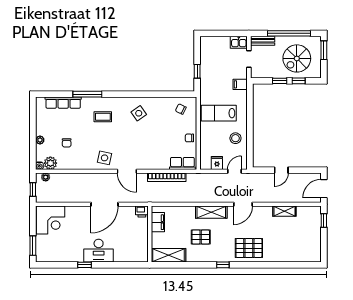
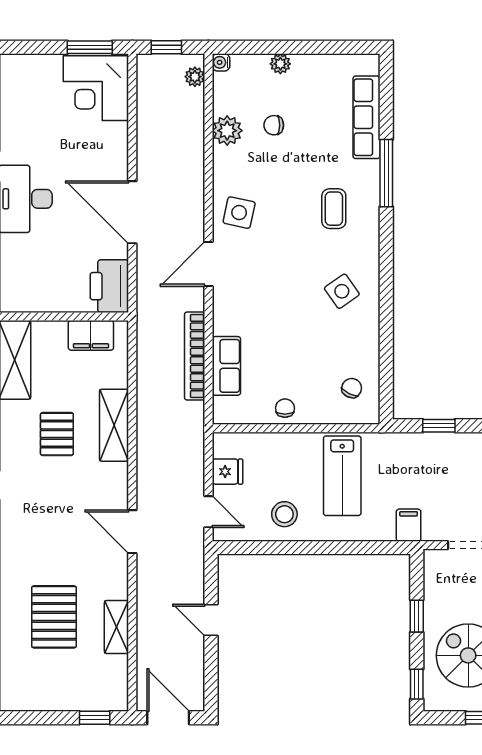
window: (299, 81) -> (417, 684), moved
lab bench: (219, 113) -> (342, 476), turned 180
plant: (50, 163) -> (227, 131), moved
row of seats: (182, 163) -> (226, 366), moved
printer: (142, 211) -> (109, 286), width x1.87, depth x1.48
shelving: (211, 212) -> (114, 425), moved
window: (33, 246) -> (90, 47), moved
pallet: (249, 248) -> (54, 617), moved

